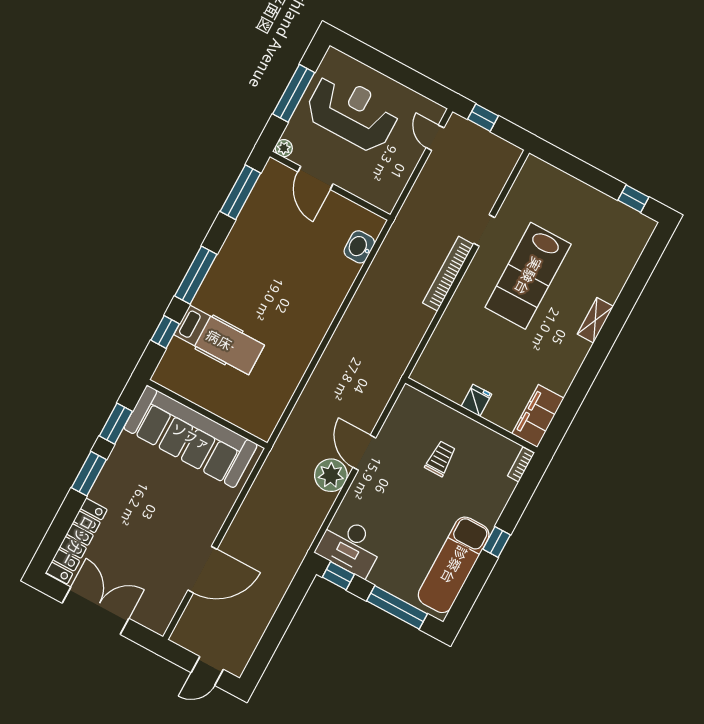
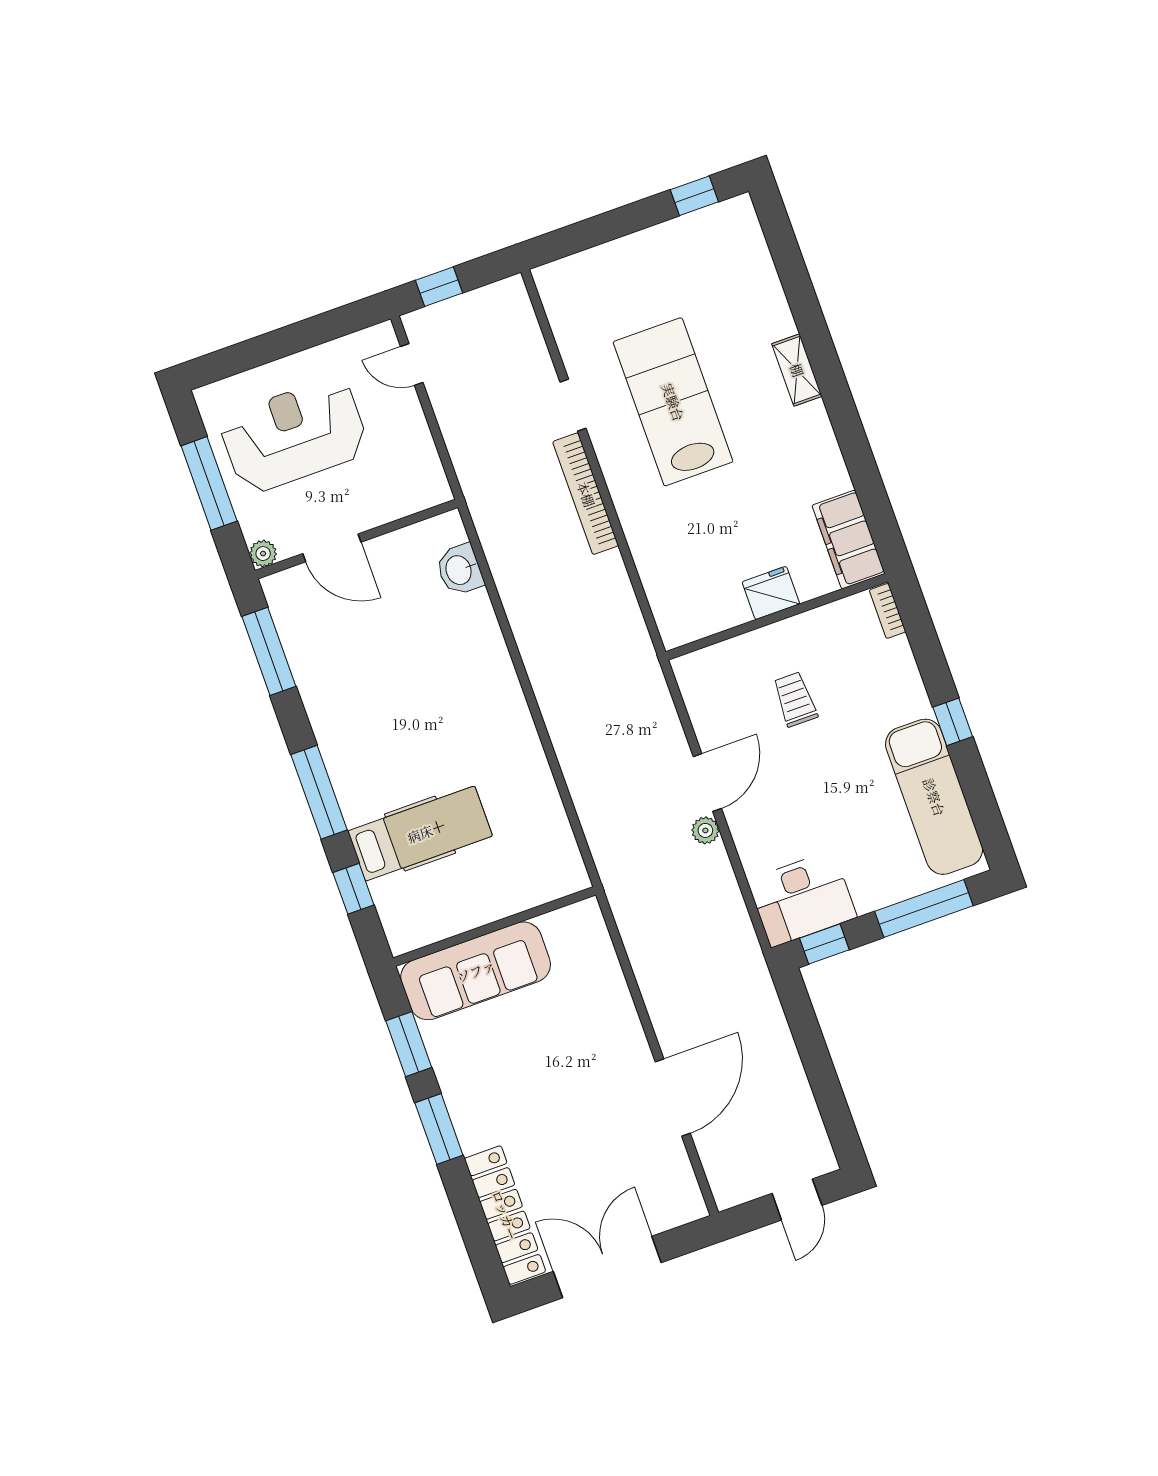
lab bench: (528, 276) -> (673, 402), turned 180
fridge: (476, 400) -> (771, 593), width x1.38
sofa: (191, 437) -> (476, 971), width x0.74, depth x0.79
door: (364, 453) -> (707, 782), swing flipped
plant: (331, 475) -> (705, 830), width x0.53, depth x0.53

